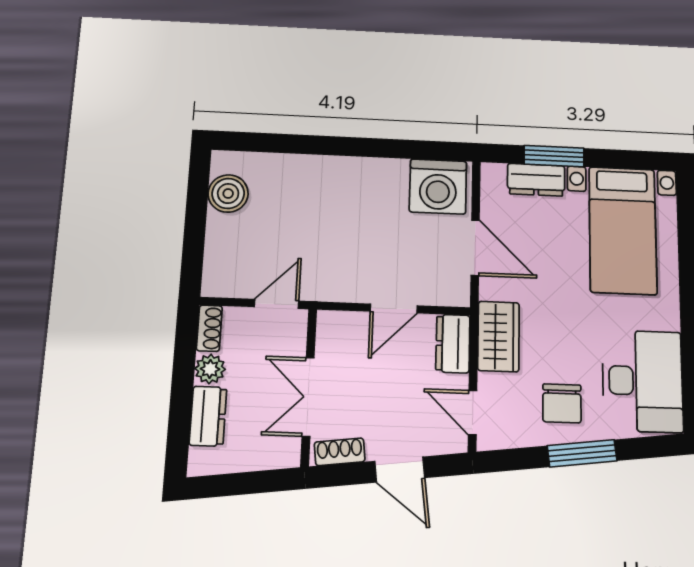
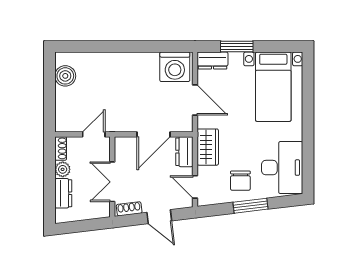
dresser: (536, 180) -> (212, 61), moved
door: (394, 309) -> (154, 134), width x1.38

